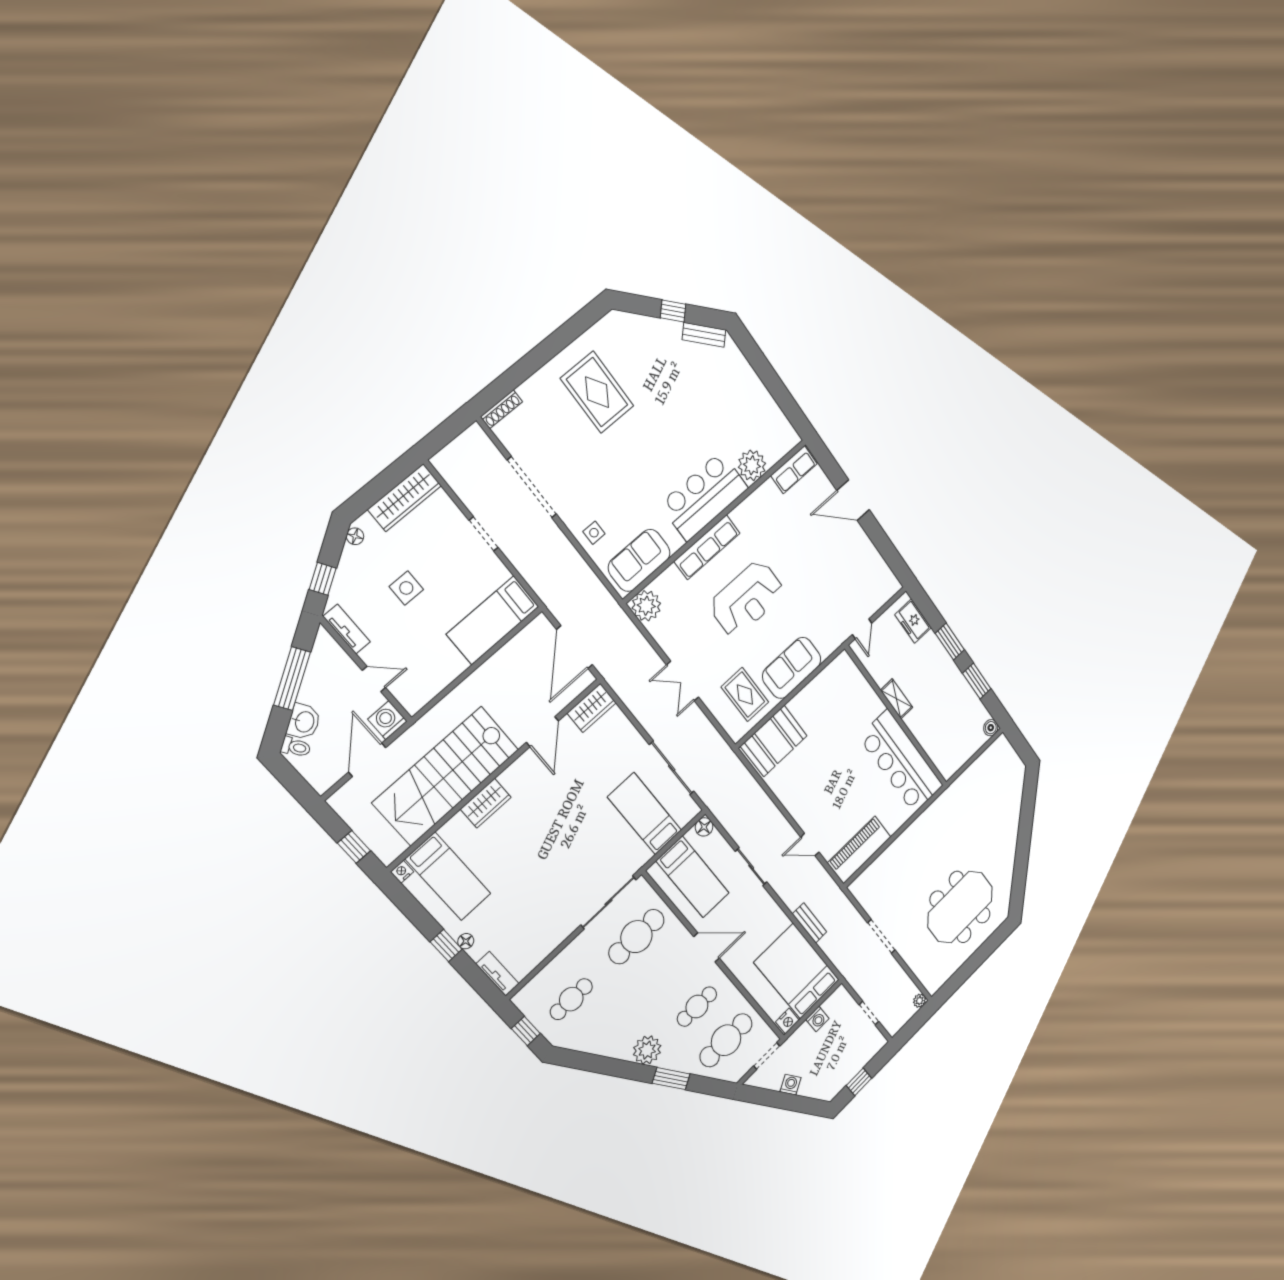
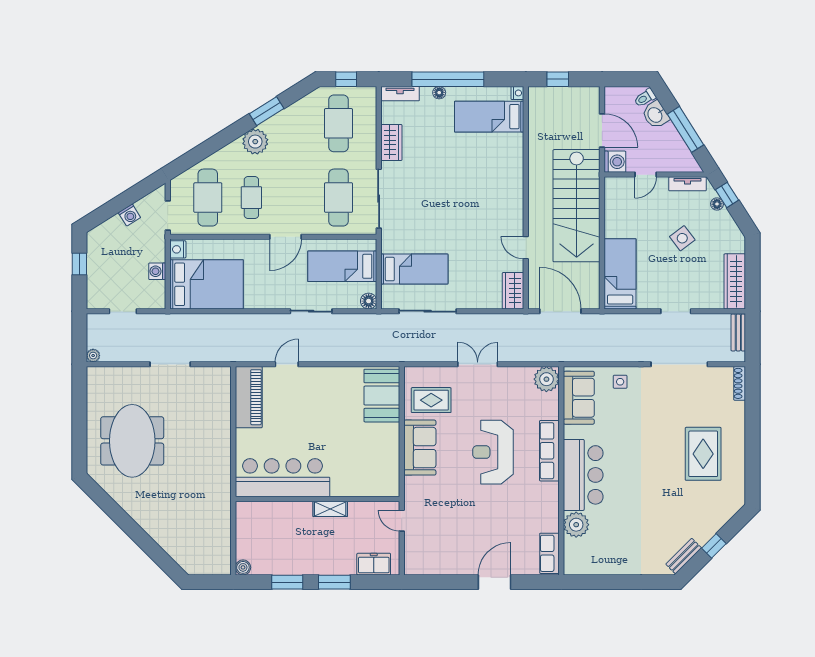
rug: (597, 392) -> (703, 454), turned 90
floor lamp: (355, 536) -> (717, 204), moved
side table: (406, 588) -> (682, 238), turned -37
door: (542, 732) -> (526, 248), width x0.73
stairs: (446, 776) -> (577, 206), moved, turned 180
wardrobe: (486, 803) -> (391, 142), moved, turned 180
bench: (810, 923) -> (738, 333), moved, turned 90
window: (446, 946) -> (448, 79), width x3.17
cafe table: (571, 999) -> (339, 123), width x1.37, depth x1.35
window: (671, 1079) -> (267, 111), moved

